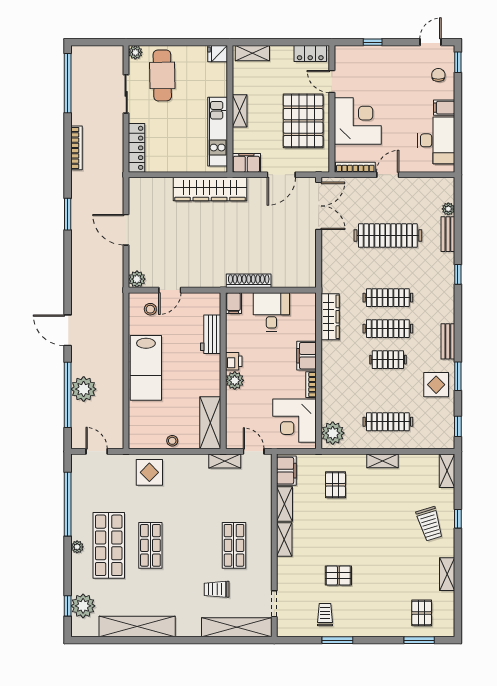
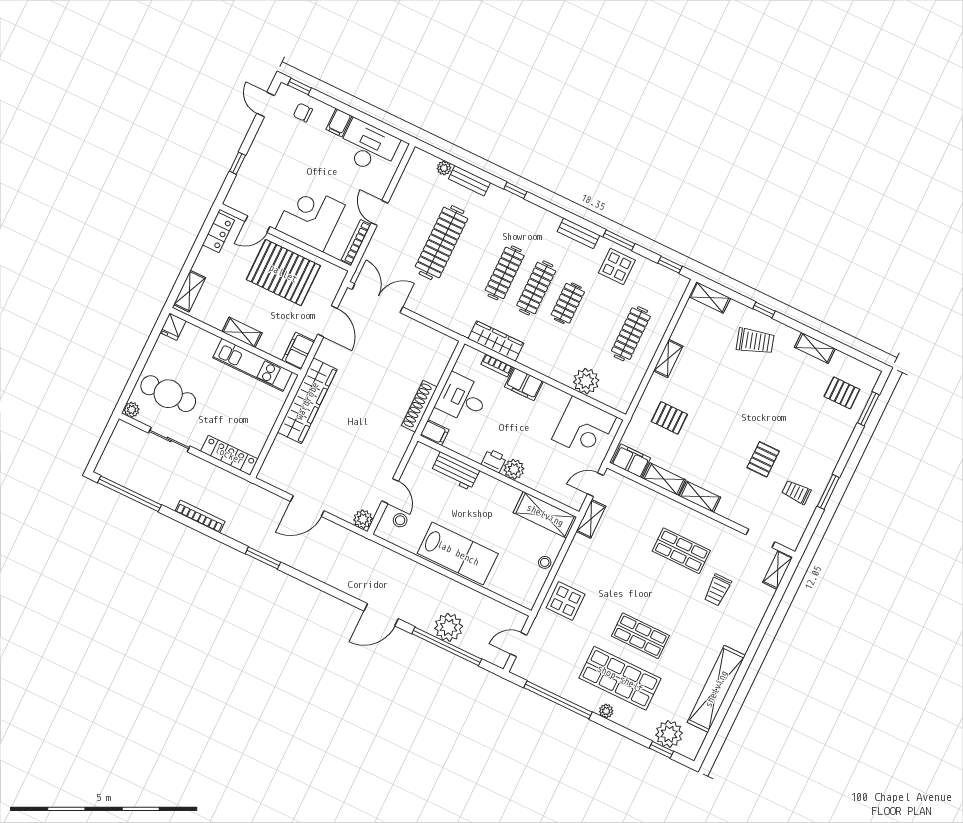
bookcase: (311, 385) -> (497, 365), moved
plant: (333, 433) -> (586, 381), moved
shelving: (237, 627) -> (778, 570), width x0.45, depth x0.75

